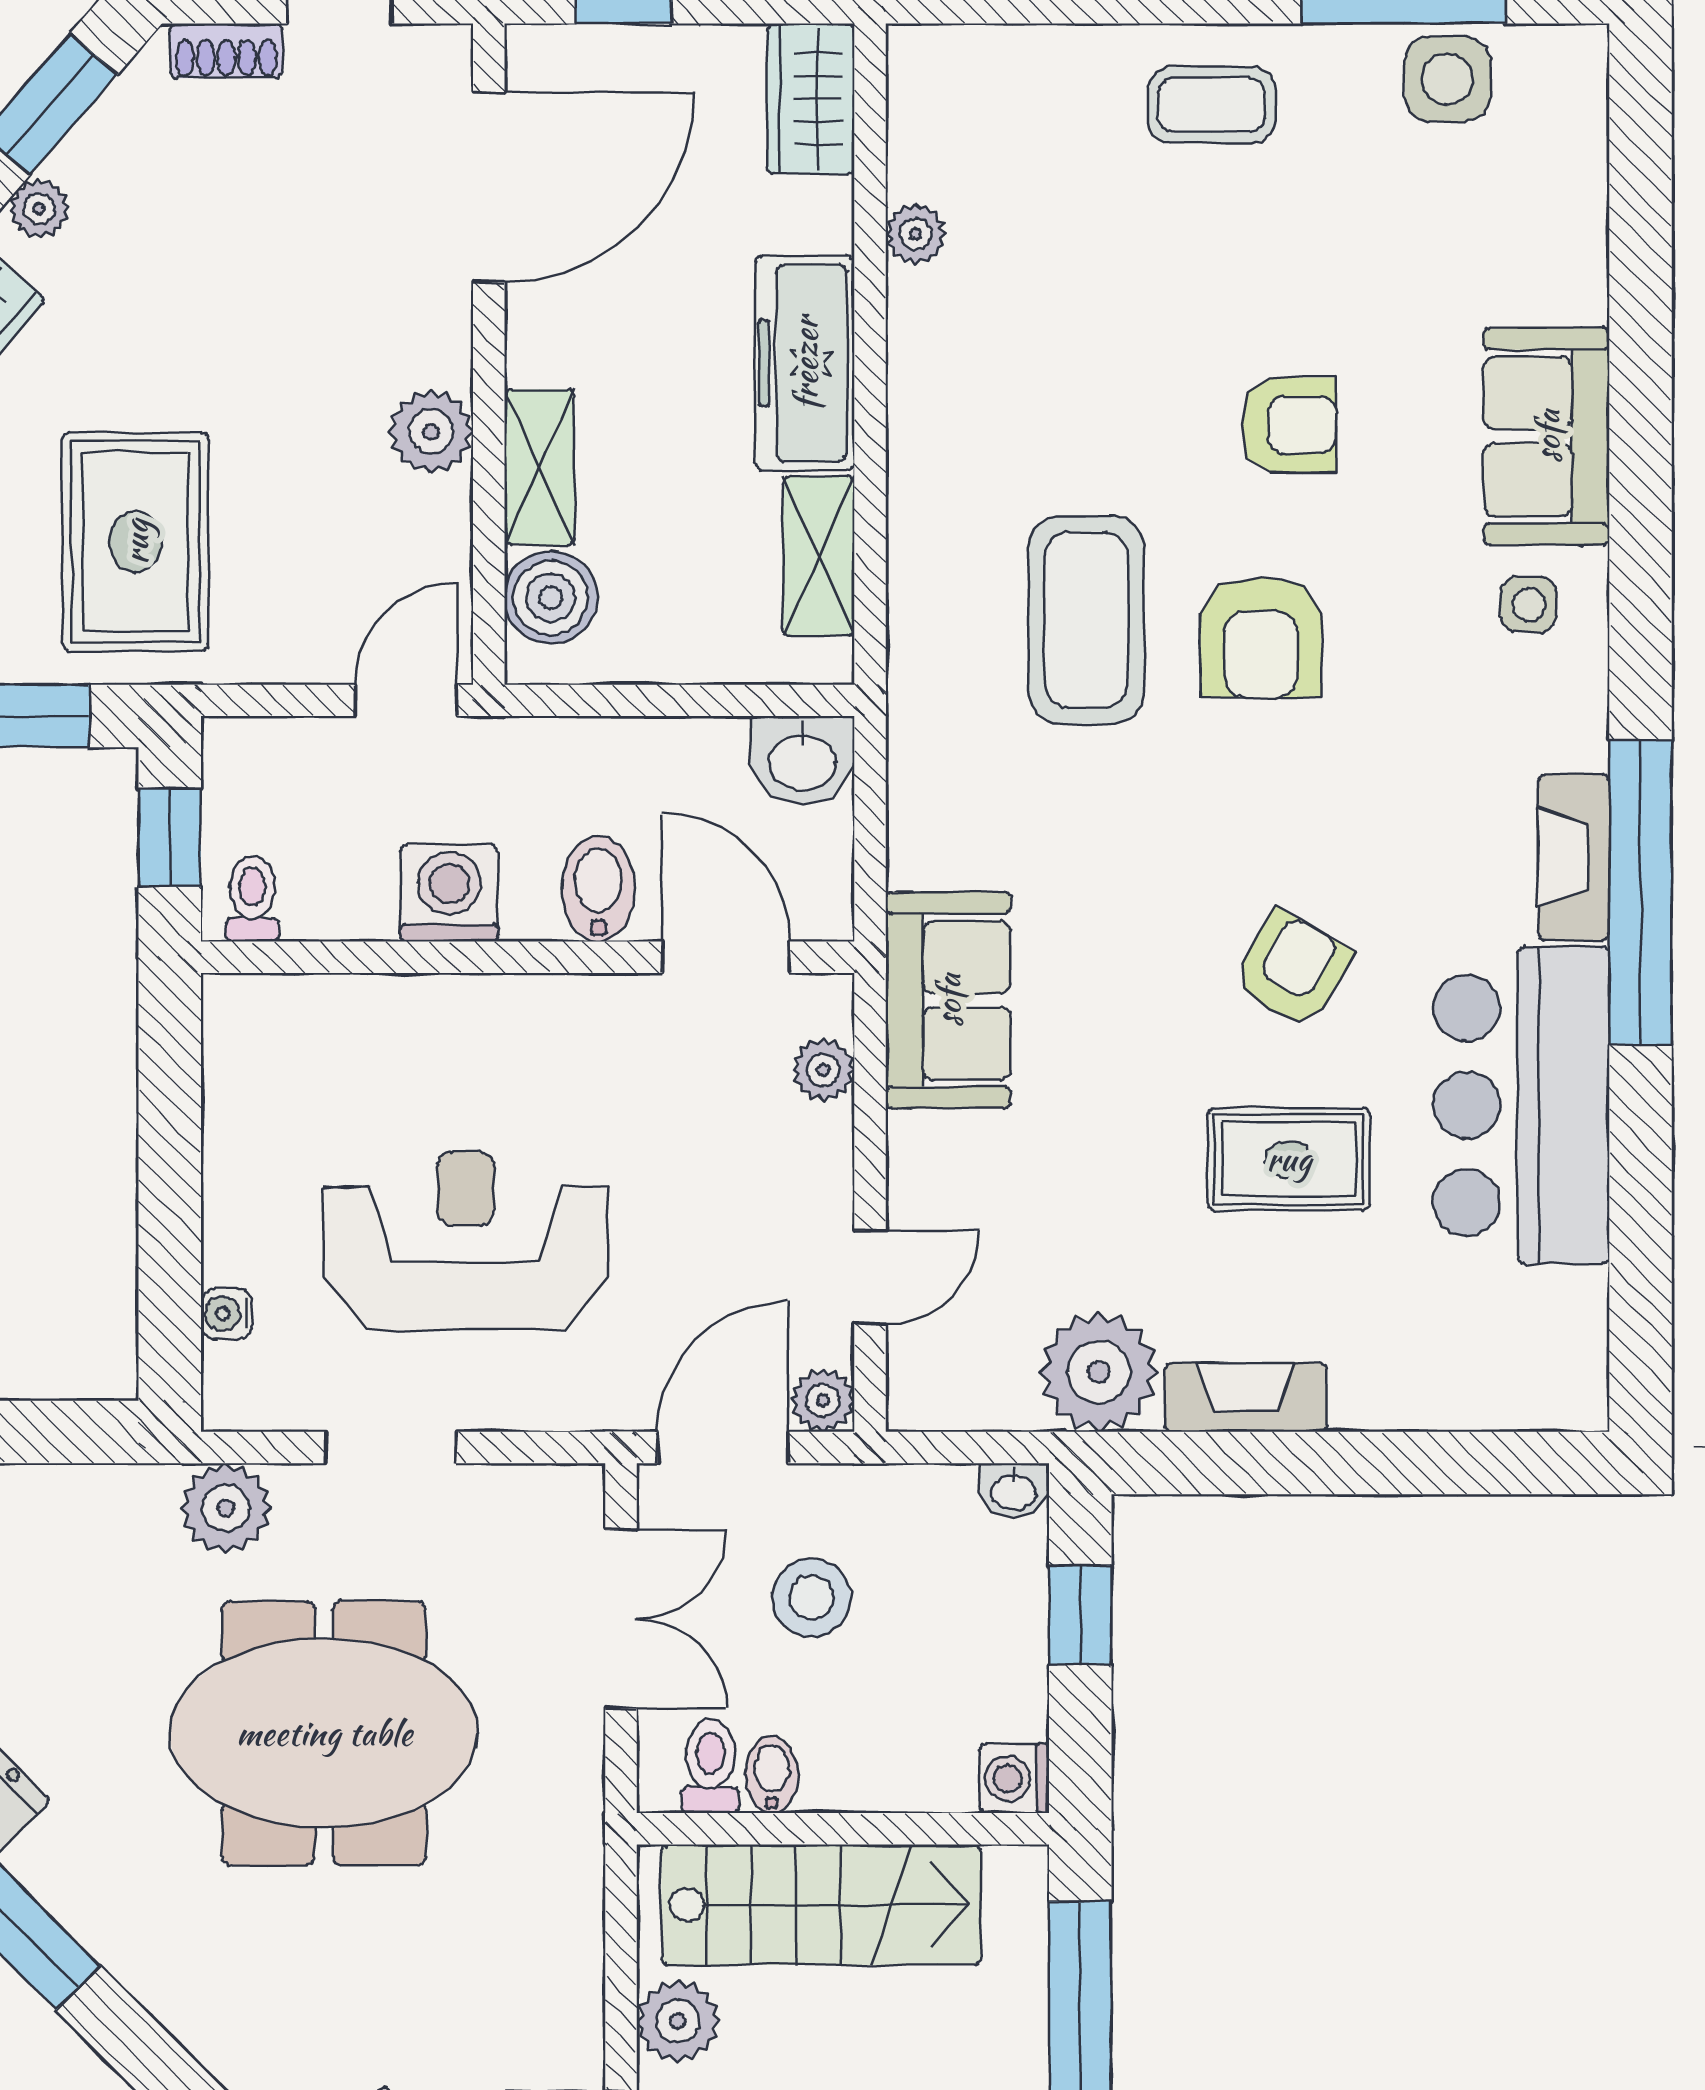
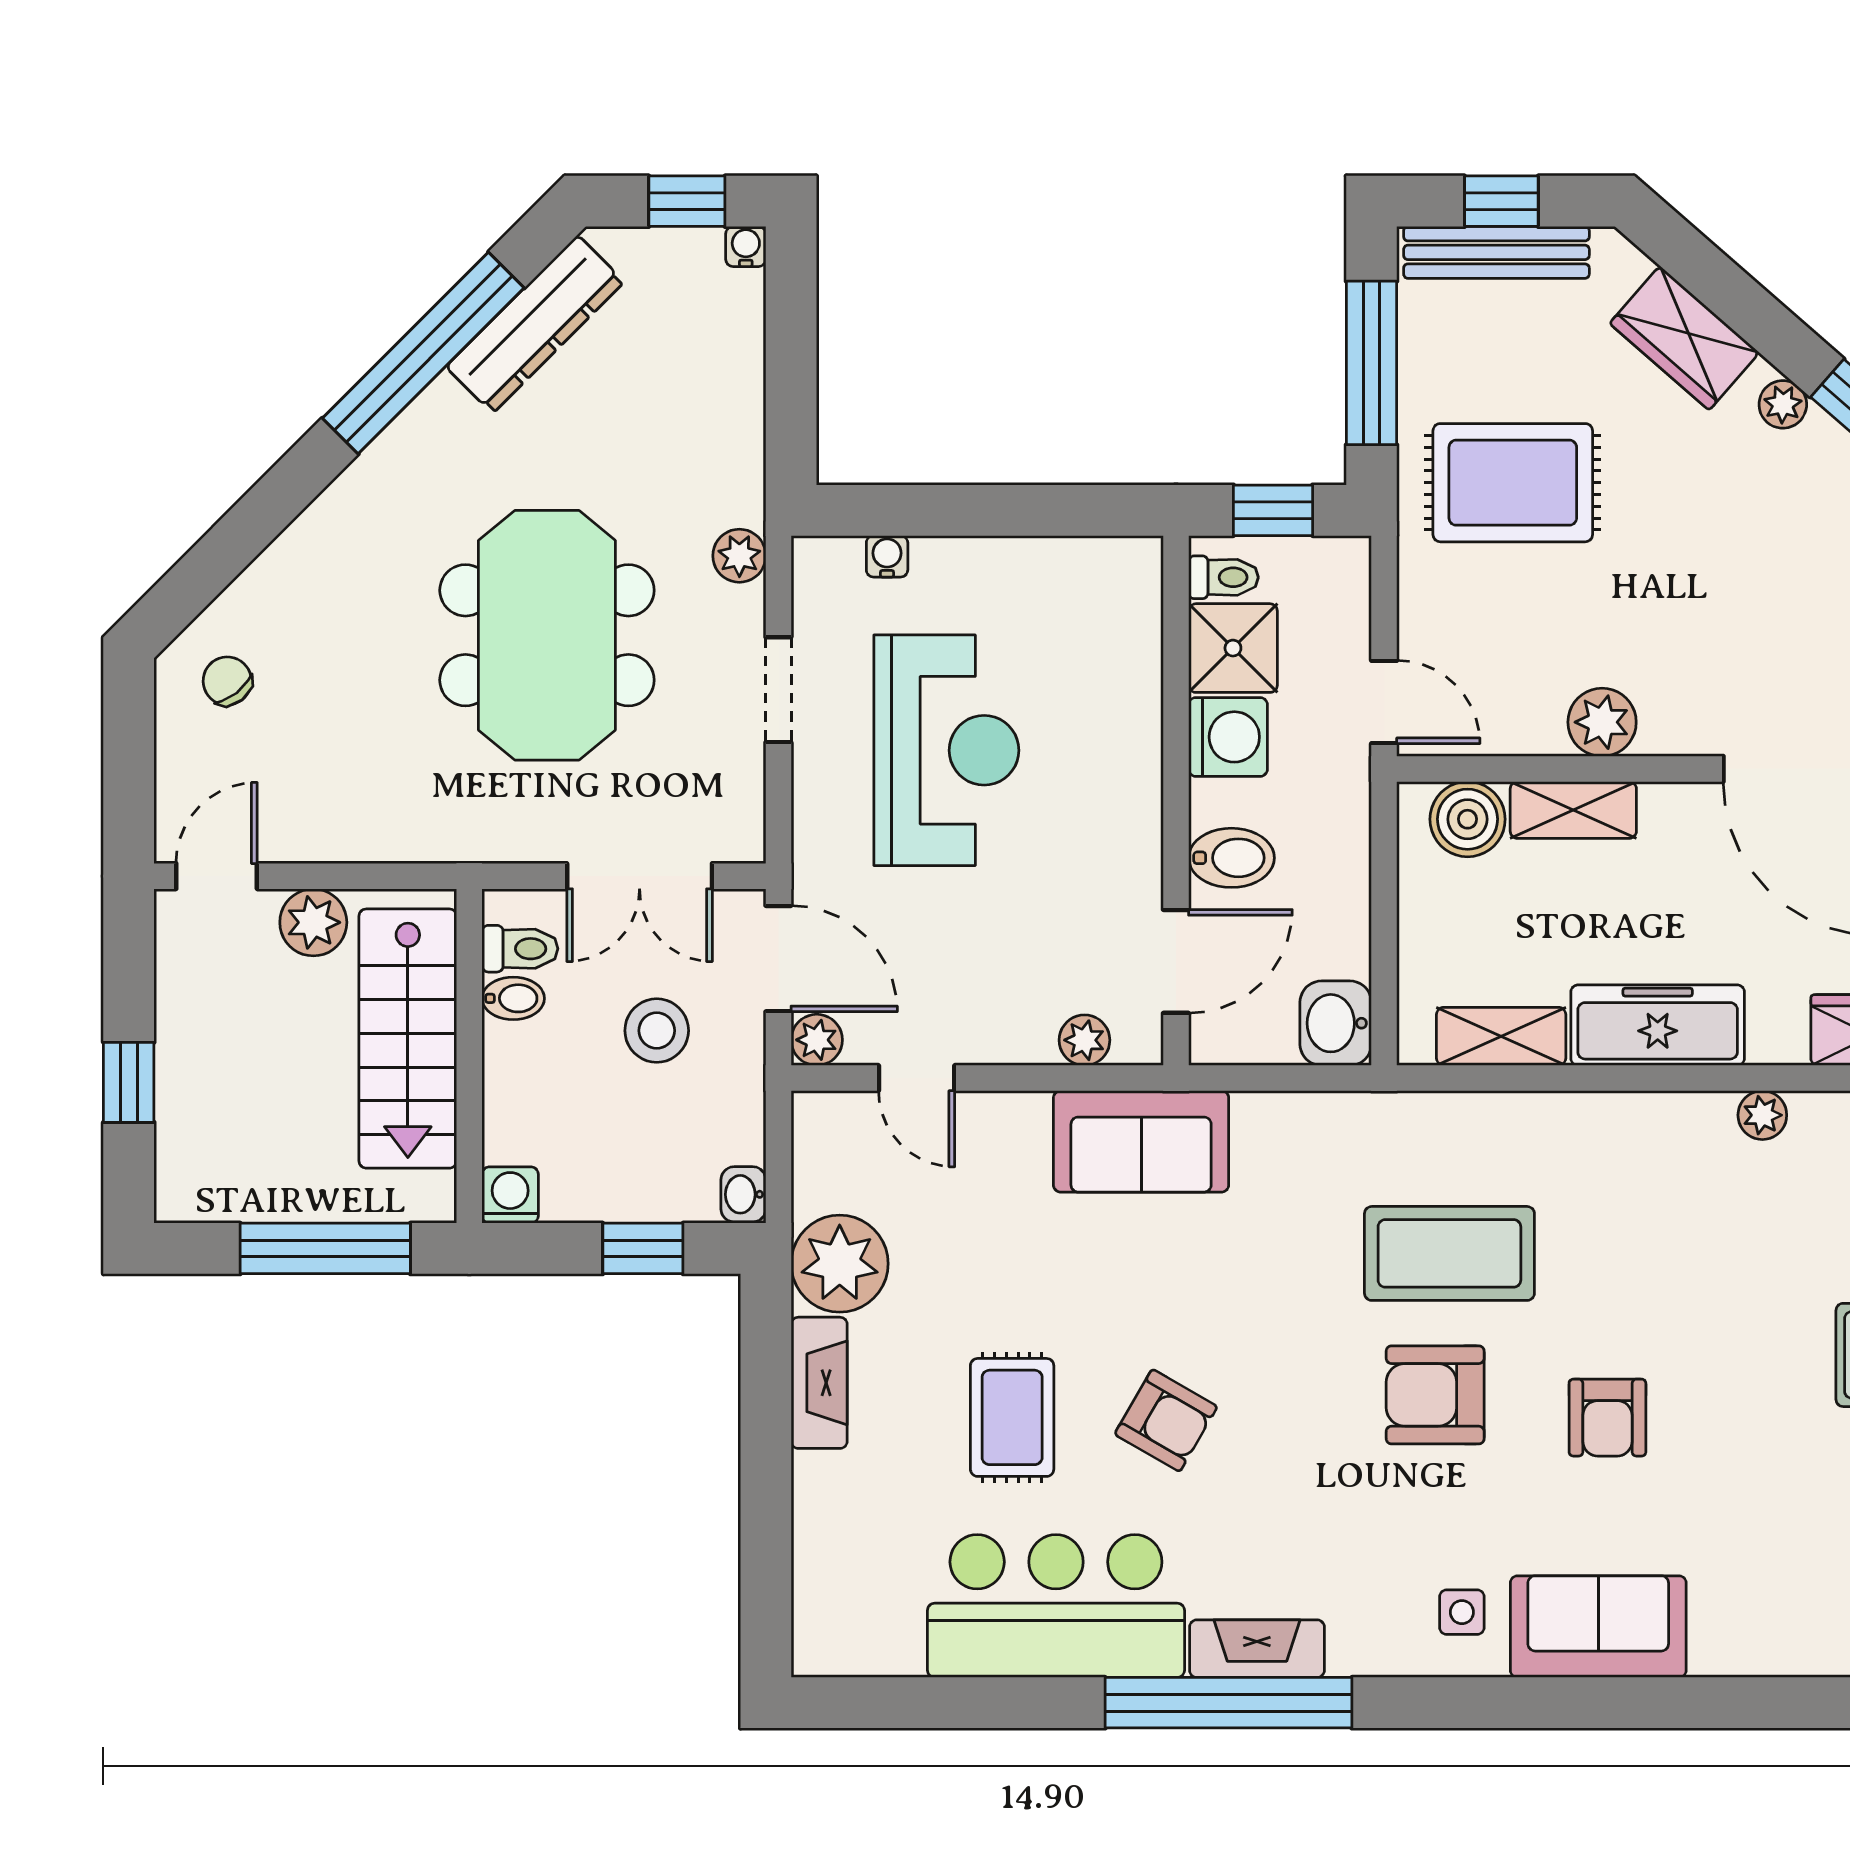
shower: (340, 887) -> (1233, 648), added
plant: (226, 1508) -> (739, 556), width x0.73, depth x0.73

